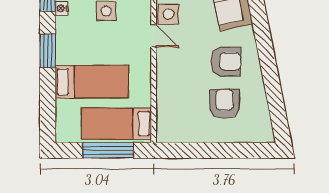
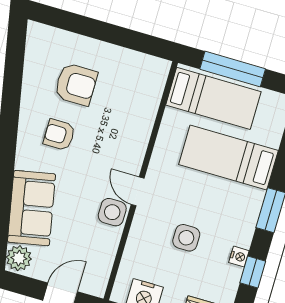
armchair: (226, 62) -> (59, 135), width x0.72, depth x0.72
armchair: (225, 104) -> (76, 84), turned -90

